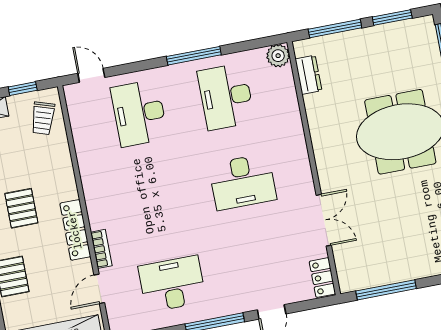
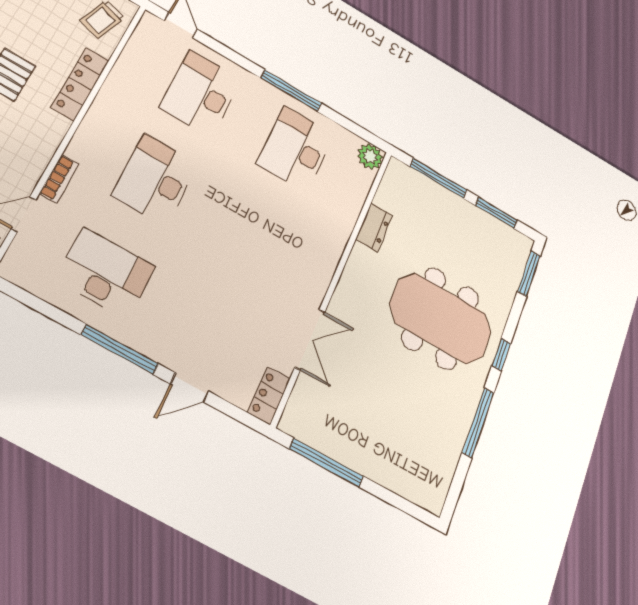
dresser: (308, 75) -> (374, 227), moved
desk: (242, 182) -> (155, 180), moved, turned 90
locker: (75, 230) -> (80, 84), moved

